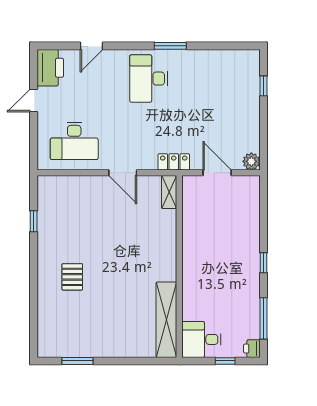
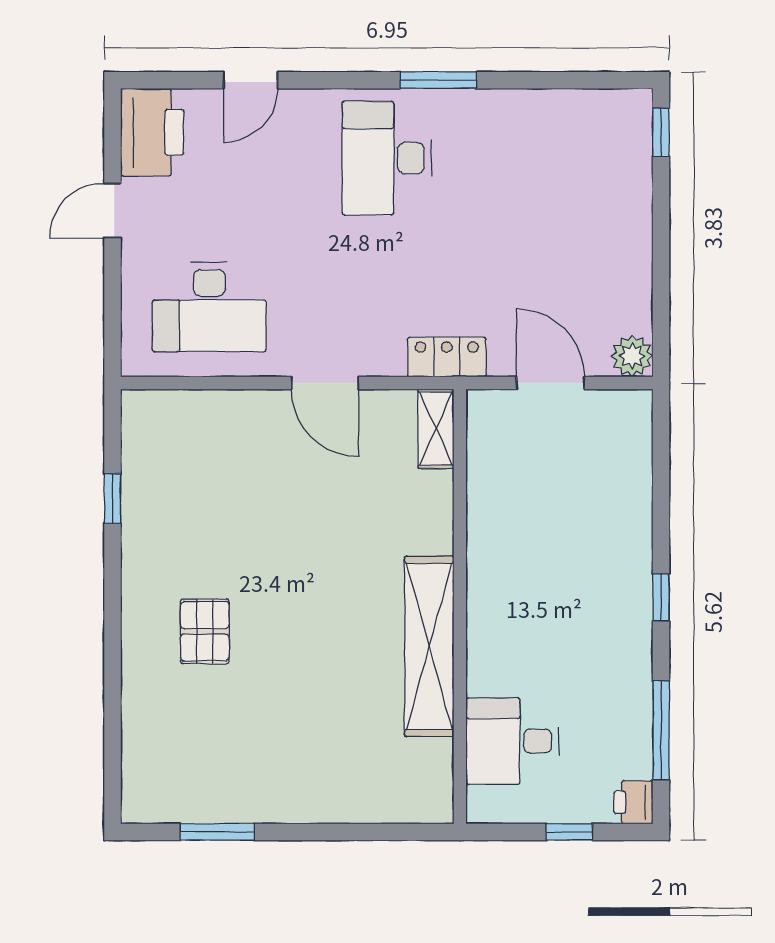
window: (264, 86) -> (661, 132), moved
shelving: (166, 320) -> (429, 646), moved
desk: (201, 339) -> (513, 741), moved

